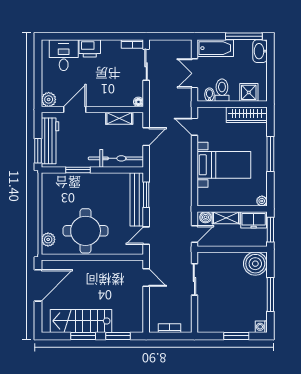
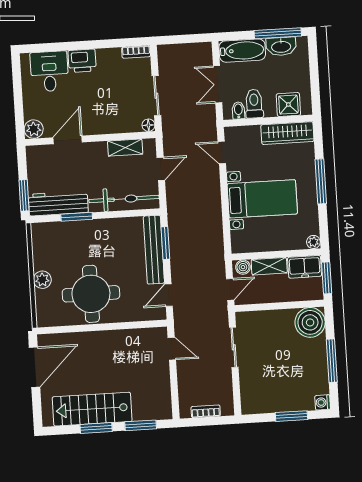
washbasin: (260, 51) -> (281, 46), moved, turned -90
sliding door: (146, 65) -> (156, 96), moved
workbench: (50, 141) -> (58, 203), moved, turned -90
plant: (48, 239) -> (42, 280), moved

